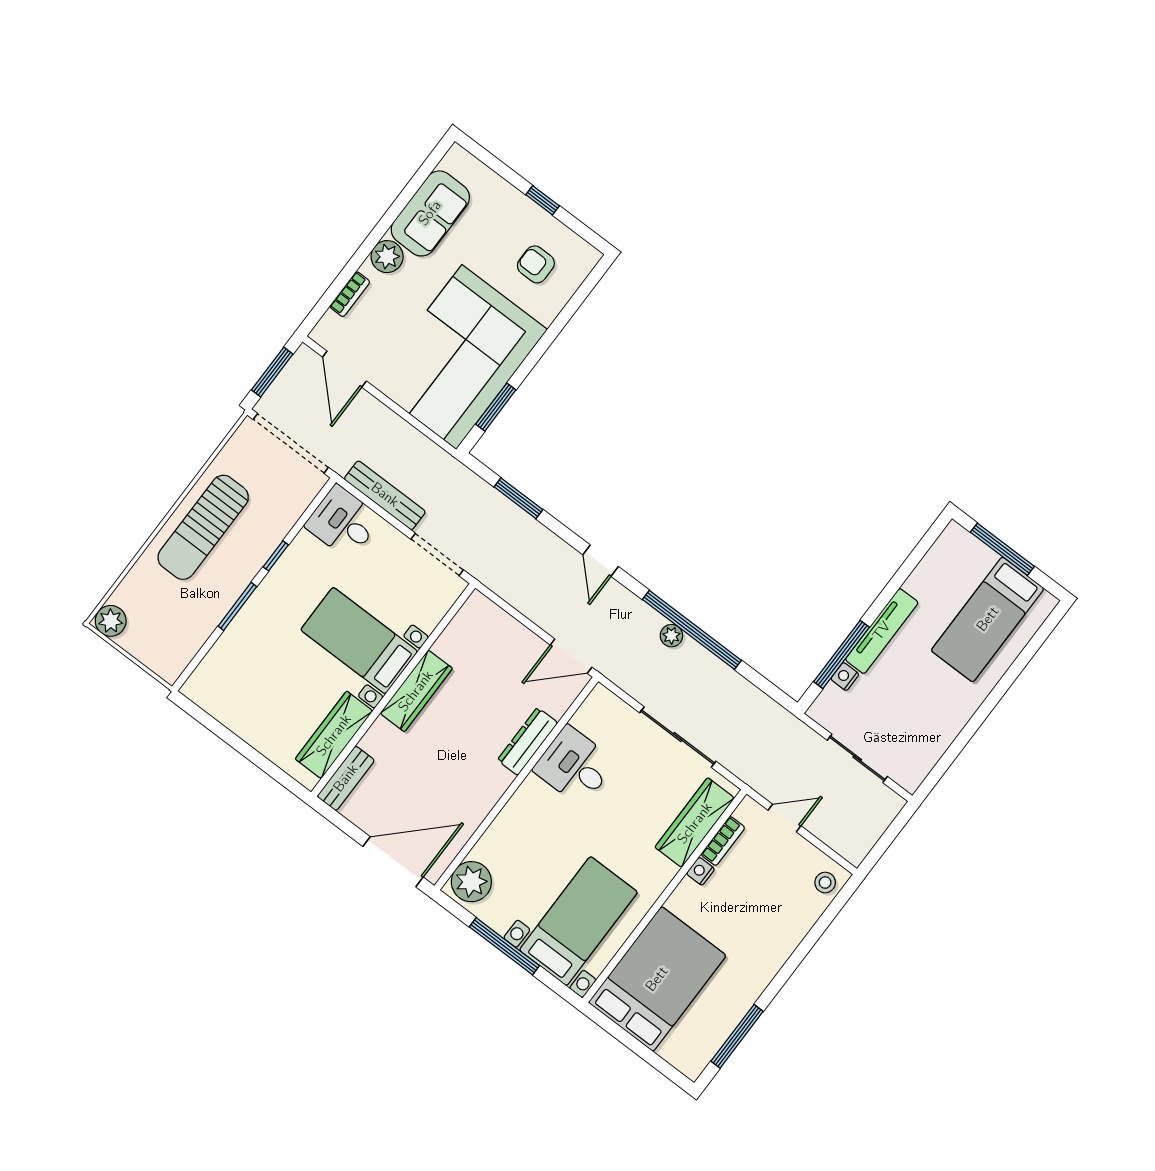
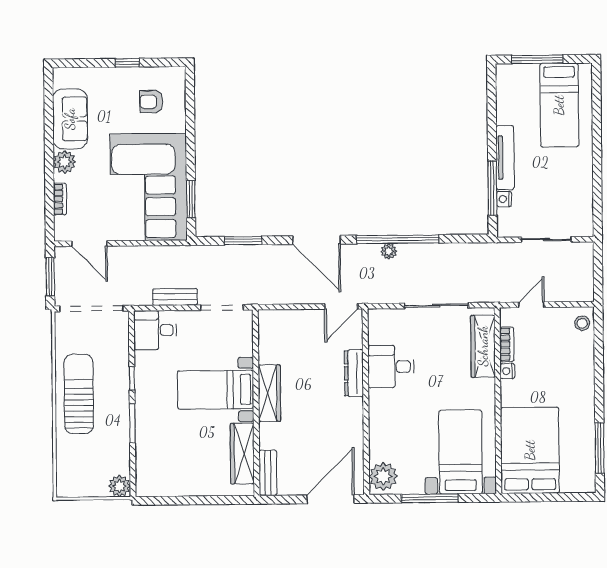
bench: (385, 495) -> (175, 297), width x0.73
sun lounger: (203, 527) -> (79, 394), turned 180
door: (601, 561) -> (316, 240), width x1.87
plant: (111, 621) -> (119, 486), moved

